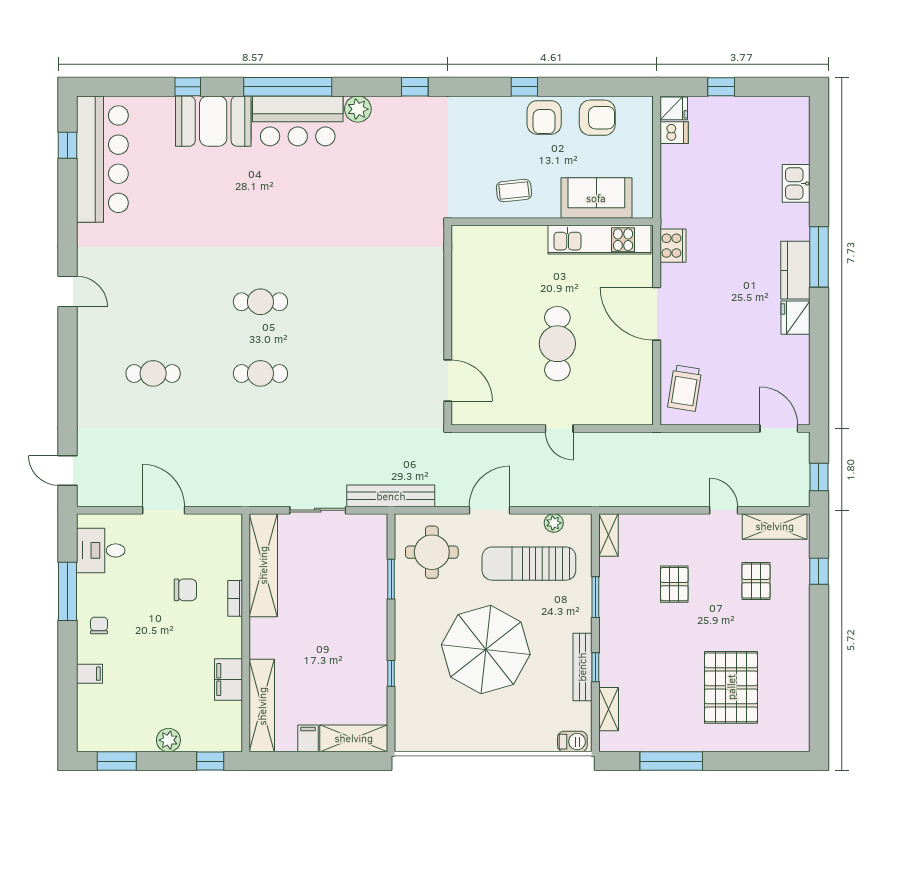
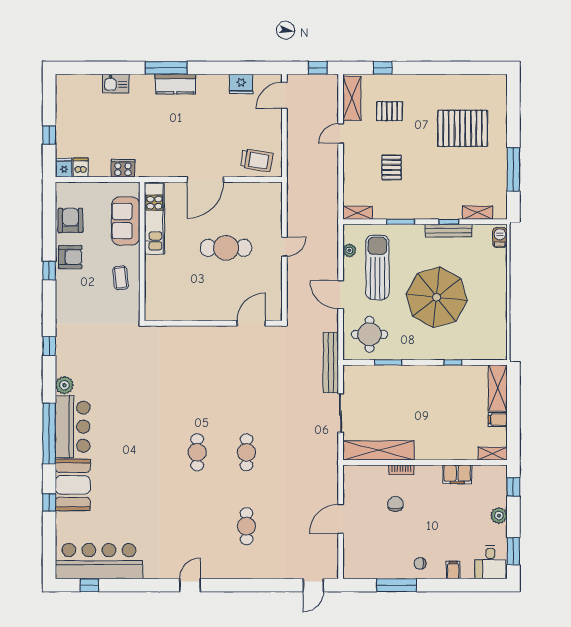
cooker: (673, 246) -> (123, 168), moved
fridge: (795, 318) -> (241, 84), moved
desk: (101, 550) -> (490, 562), moved
sun lounger: (529, 564) -> (377, 267), turned 180
pallet: (674, 584) -> (391, 167), turned 90
shelving: (262, 706) -> (493, 454), width x0.45, depth x0.75

